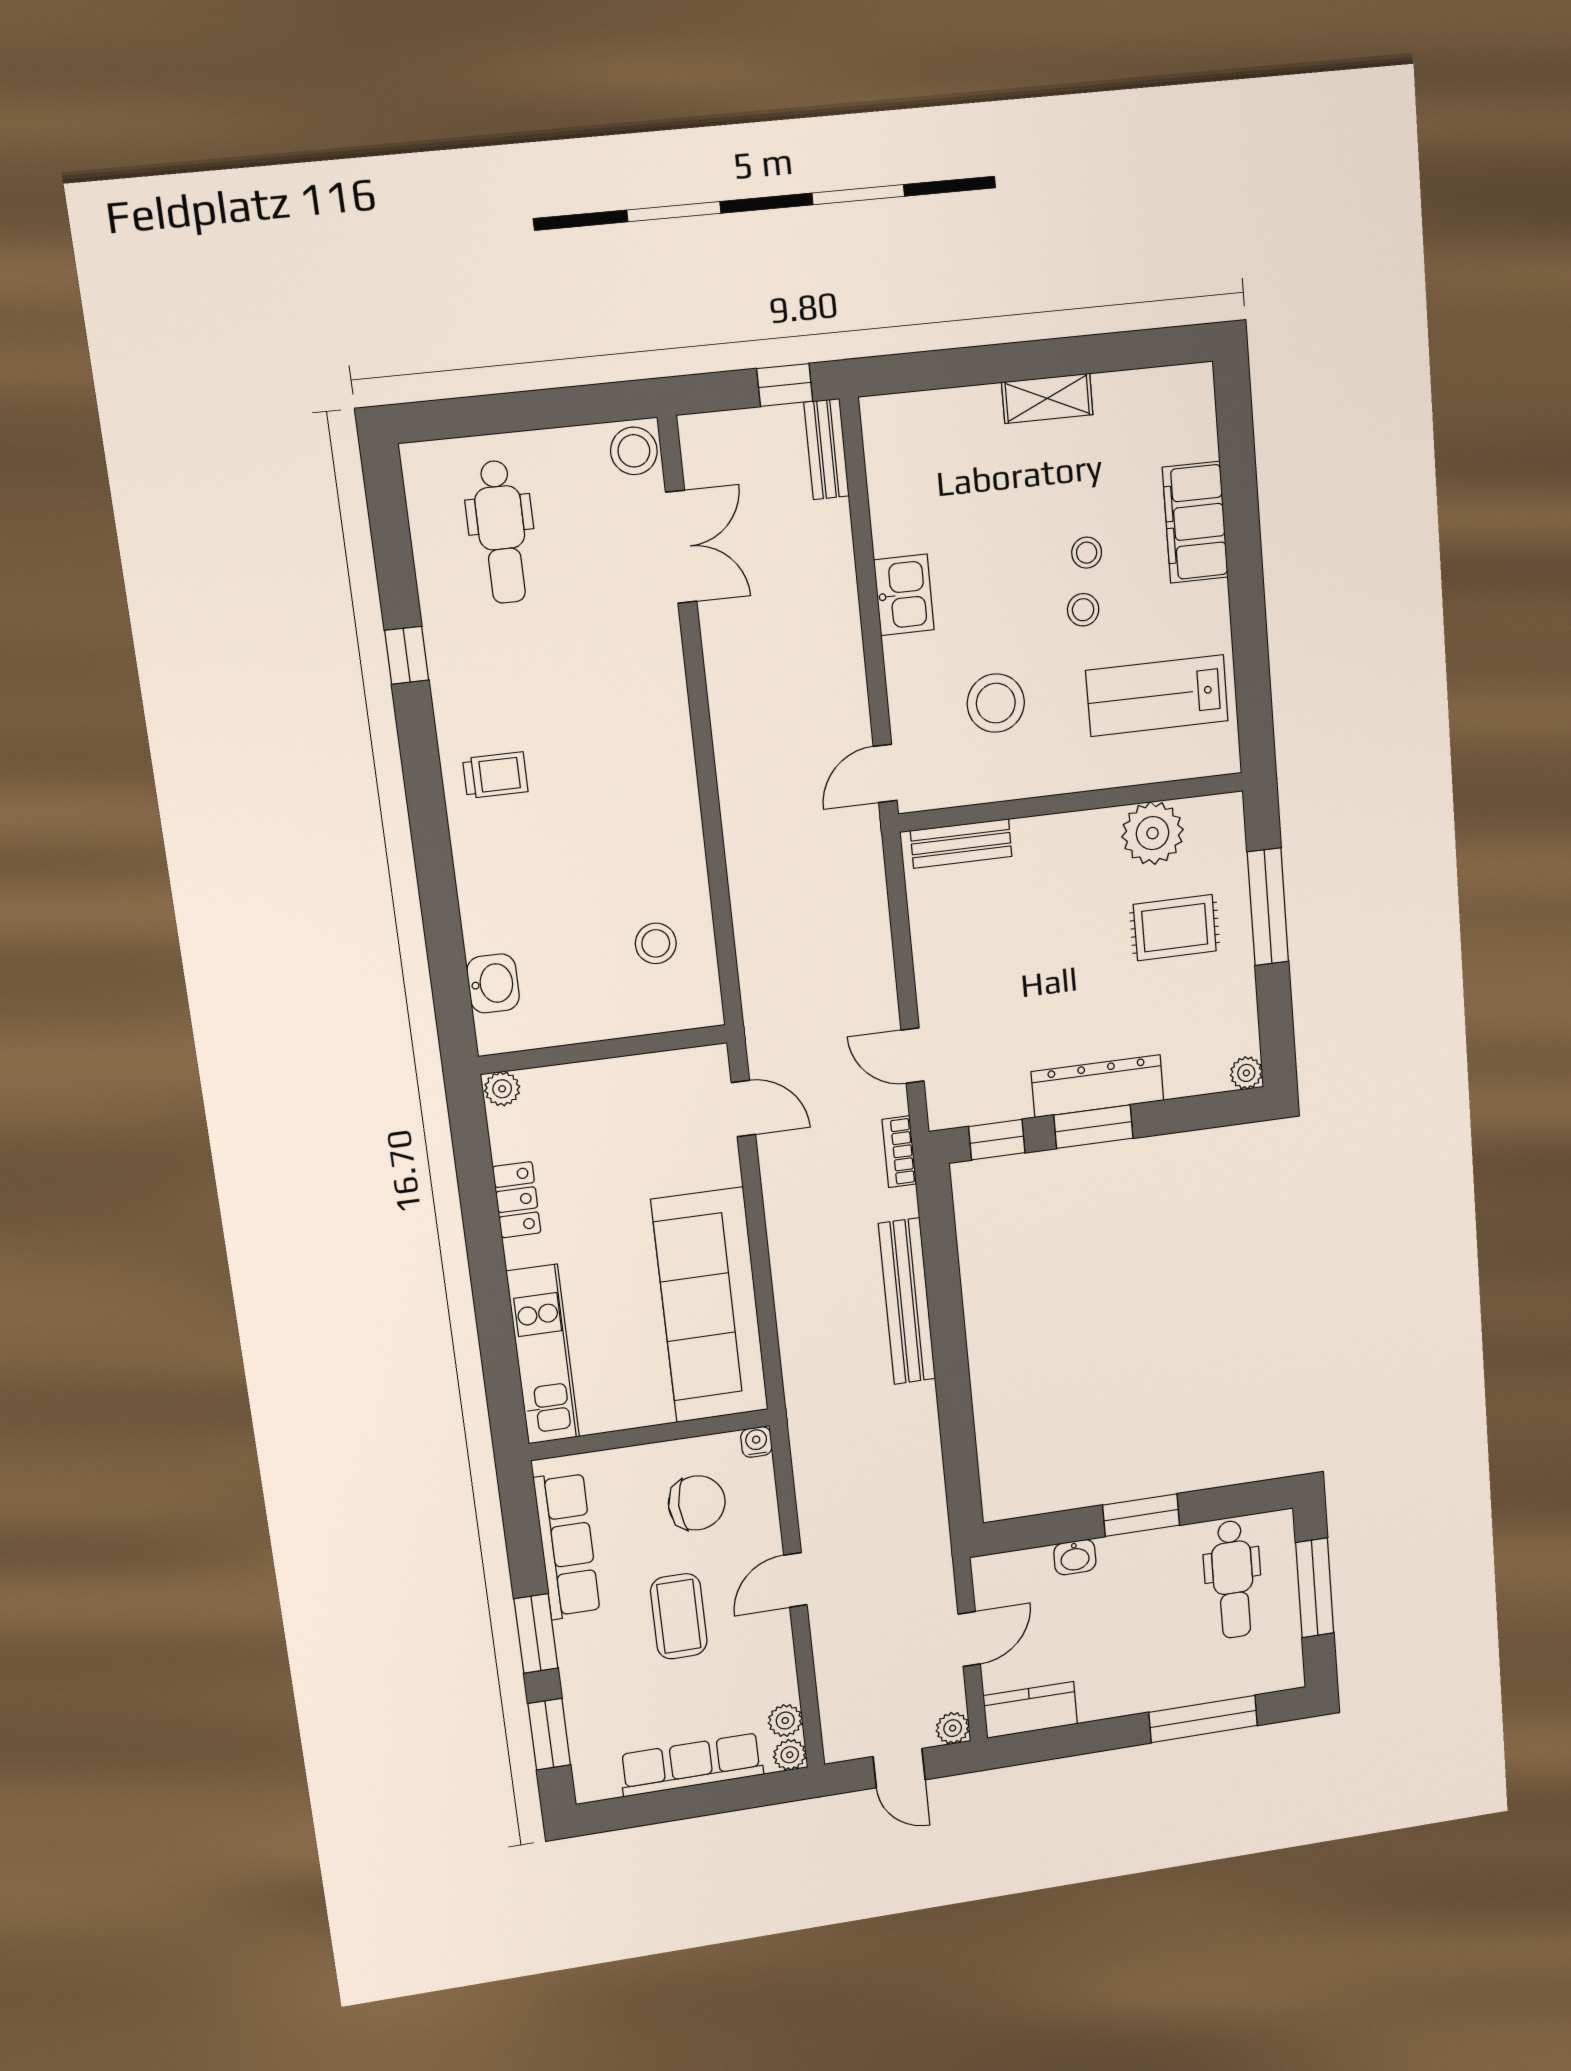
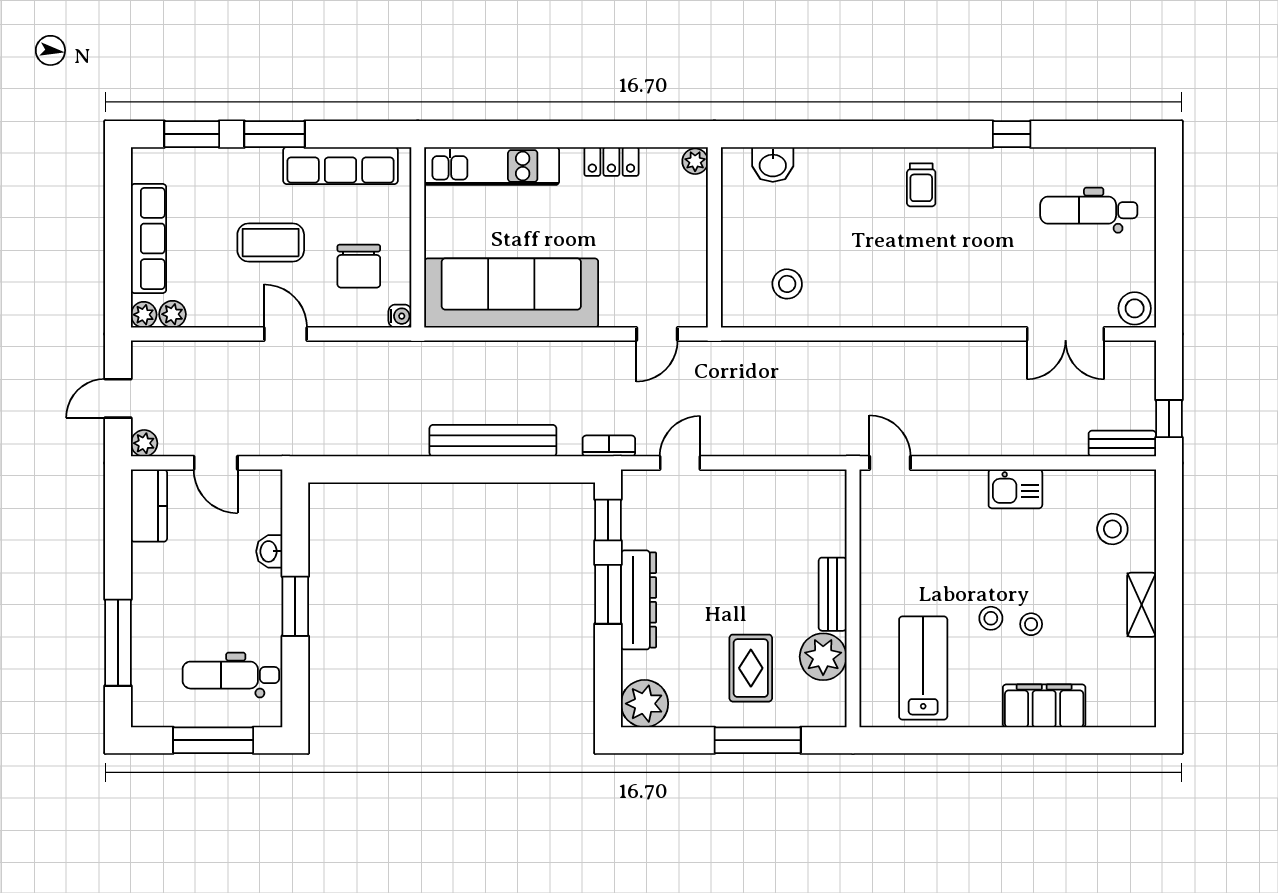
stool: (996, 703) -> (1112, 529), moved, width x0.73, depth x0.73
bench: (961, 844) -> (833, 594), moved
plant: (1246, 1073) -> (645, 704), width x1.88, depth x1.88

